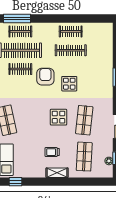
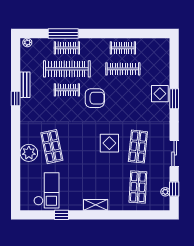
armchair: (45, 77) -> (95, 98), turned 90
display table: (69, 84) -> (160, 94), moved
trolley: (52, 152) -> (102, 182), removed
shelving: (57, 173) -> (96, 205), moved

